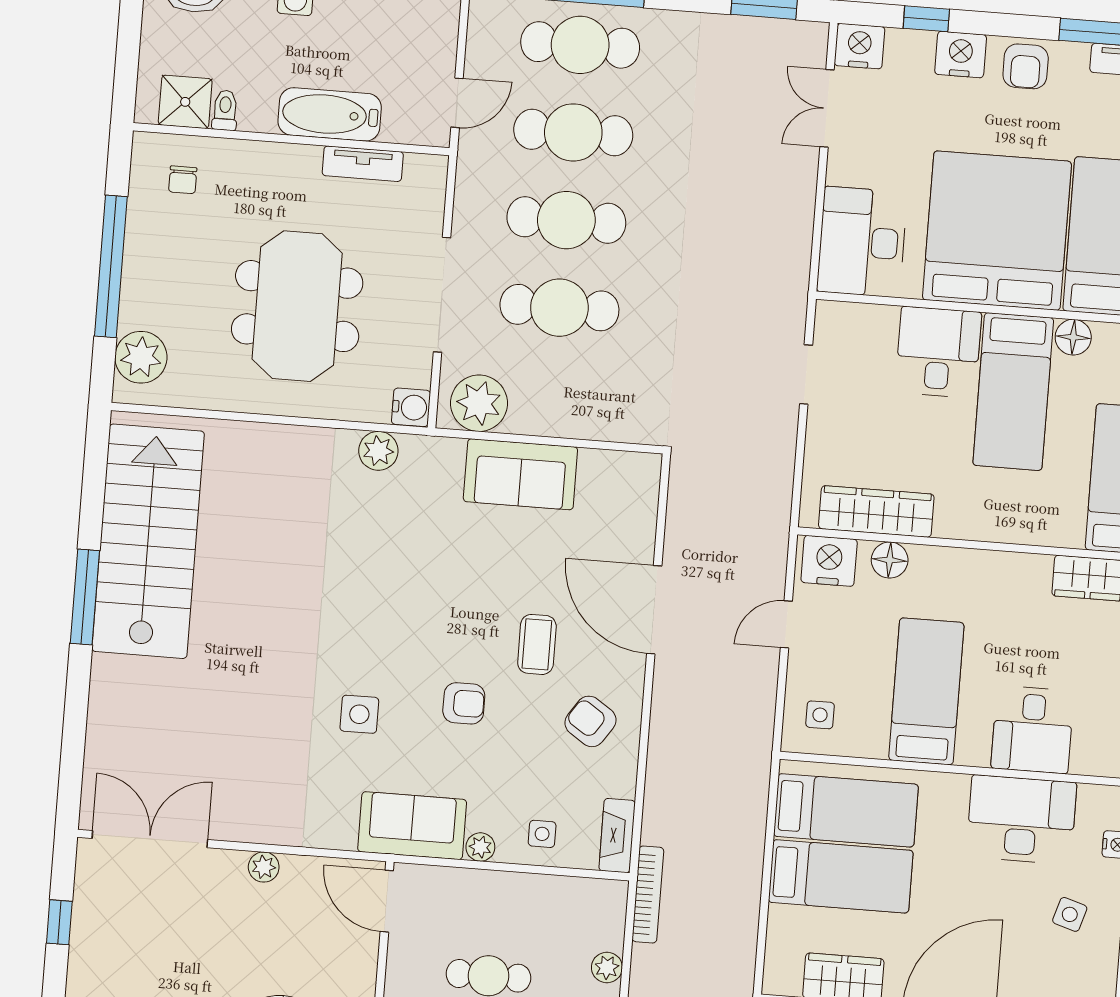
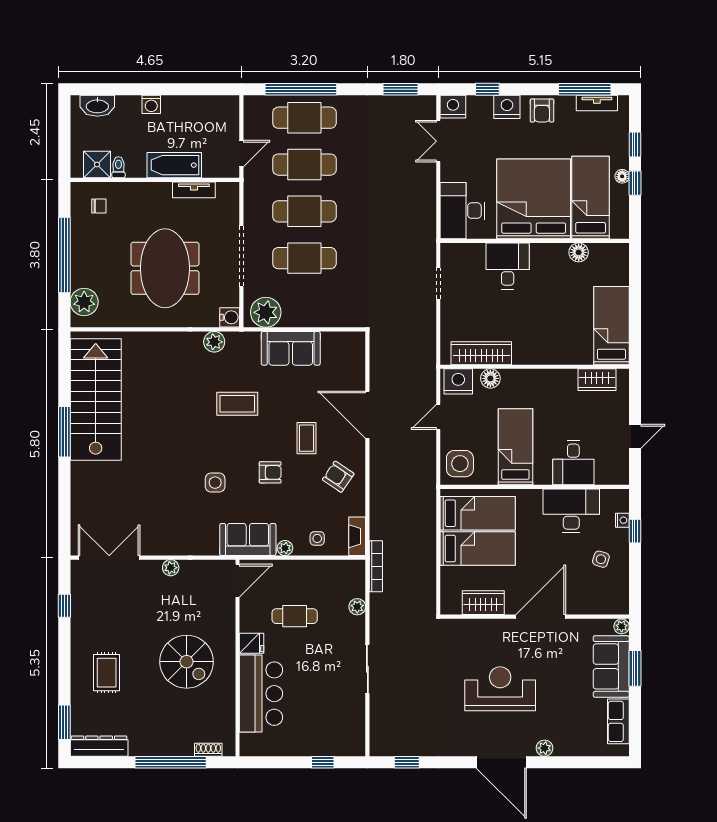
chair: (183, 180) -> (99, 206), turned -90
bed: (1013, 392) -> (549, 284), removed
coffee table: (412, 570) -> (237, 404), added
side table: (820, 715) -> (460, 464), width x1.87, depth x1.87
door: (387, 901) -> (238, 581), swing flipped

